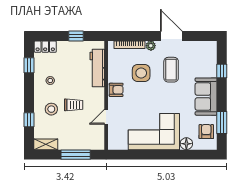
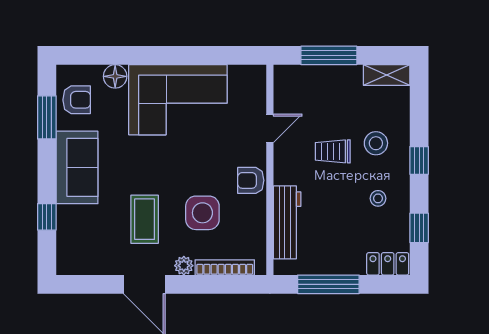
window: (76, 36) -> (328, 284), width x2.17
window: (29, 120) -> (419, 160), moved
armchair: (206, 132) -> (77, 100), turned -90

